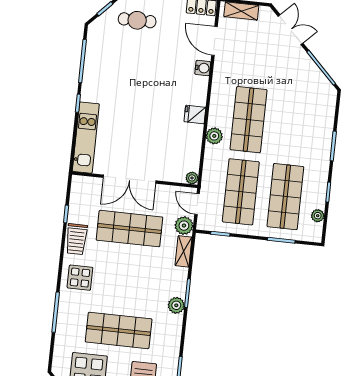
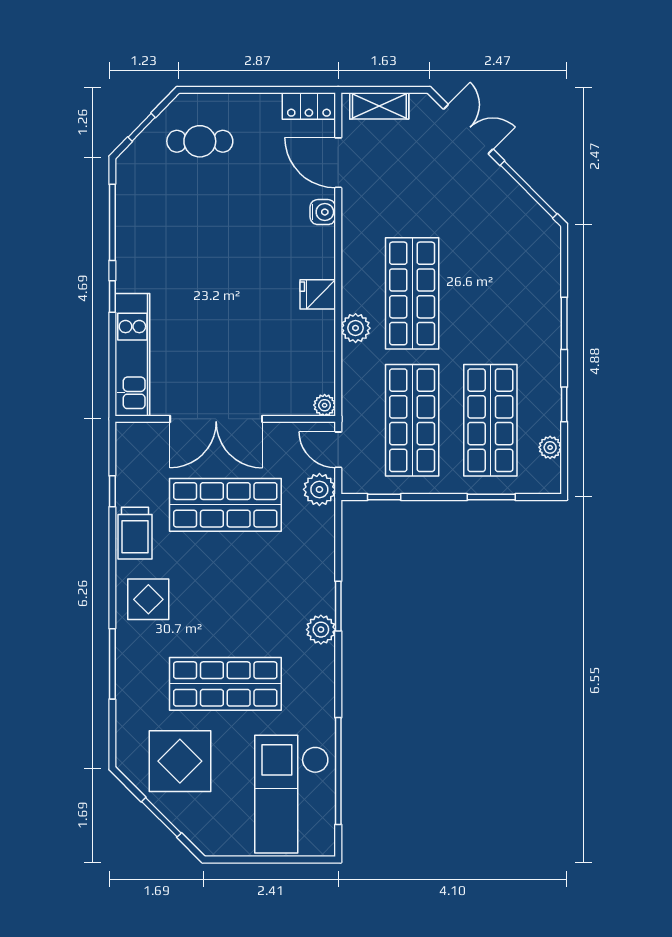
shelving: (184, 251) -> (323, 534), removed

